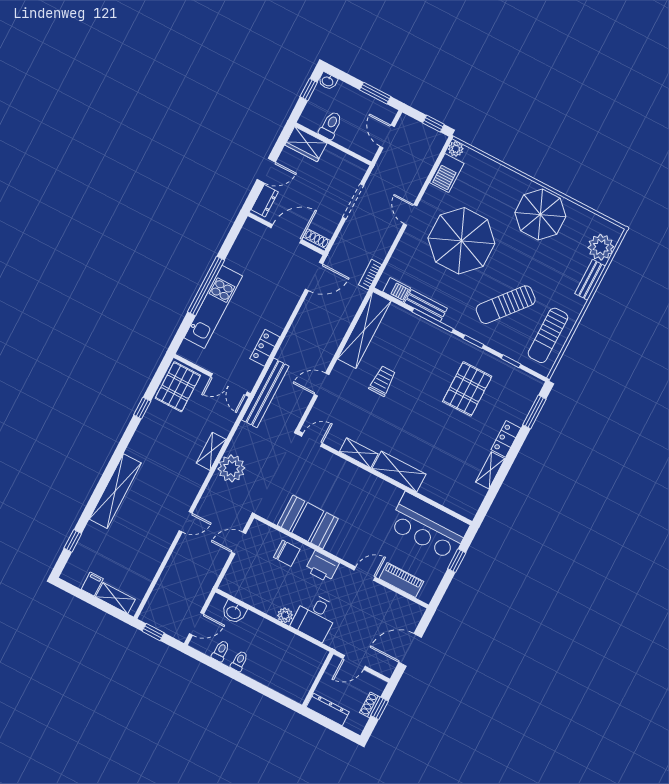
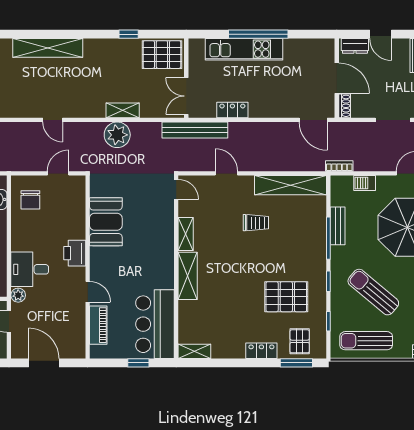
barbecue: (397, 290) -> (365, 183), moved, turned 90
pallet: (516, 398) -> (300, 341), added
shelving: (490, 470) -> (194, 351), moved
door: (239, 543) -> (58, 173), hinge flipped
chair: (287, 553) -> (30, 200), moved
plant: (285, 615) -> (18, 295), moved

